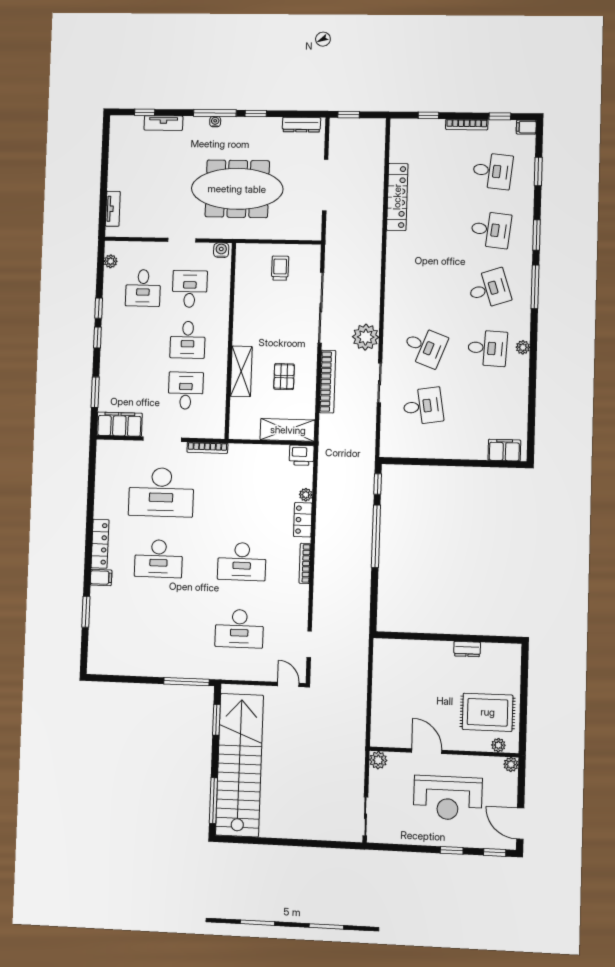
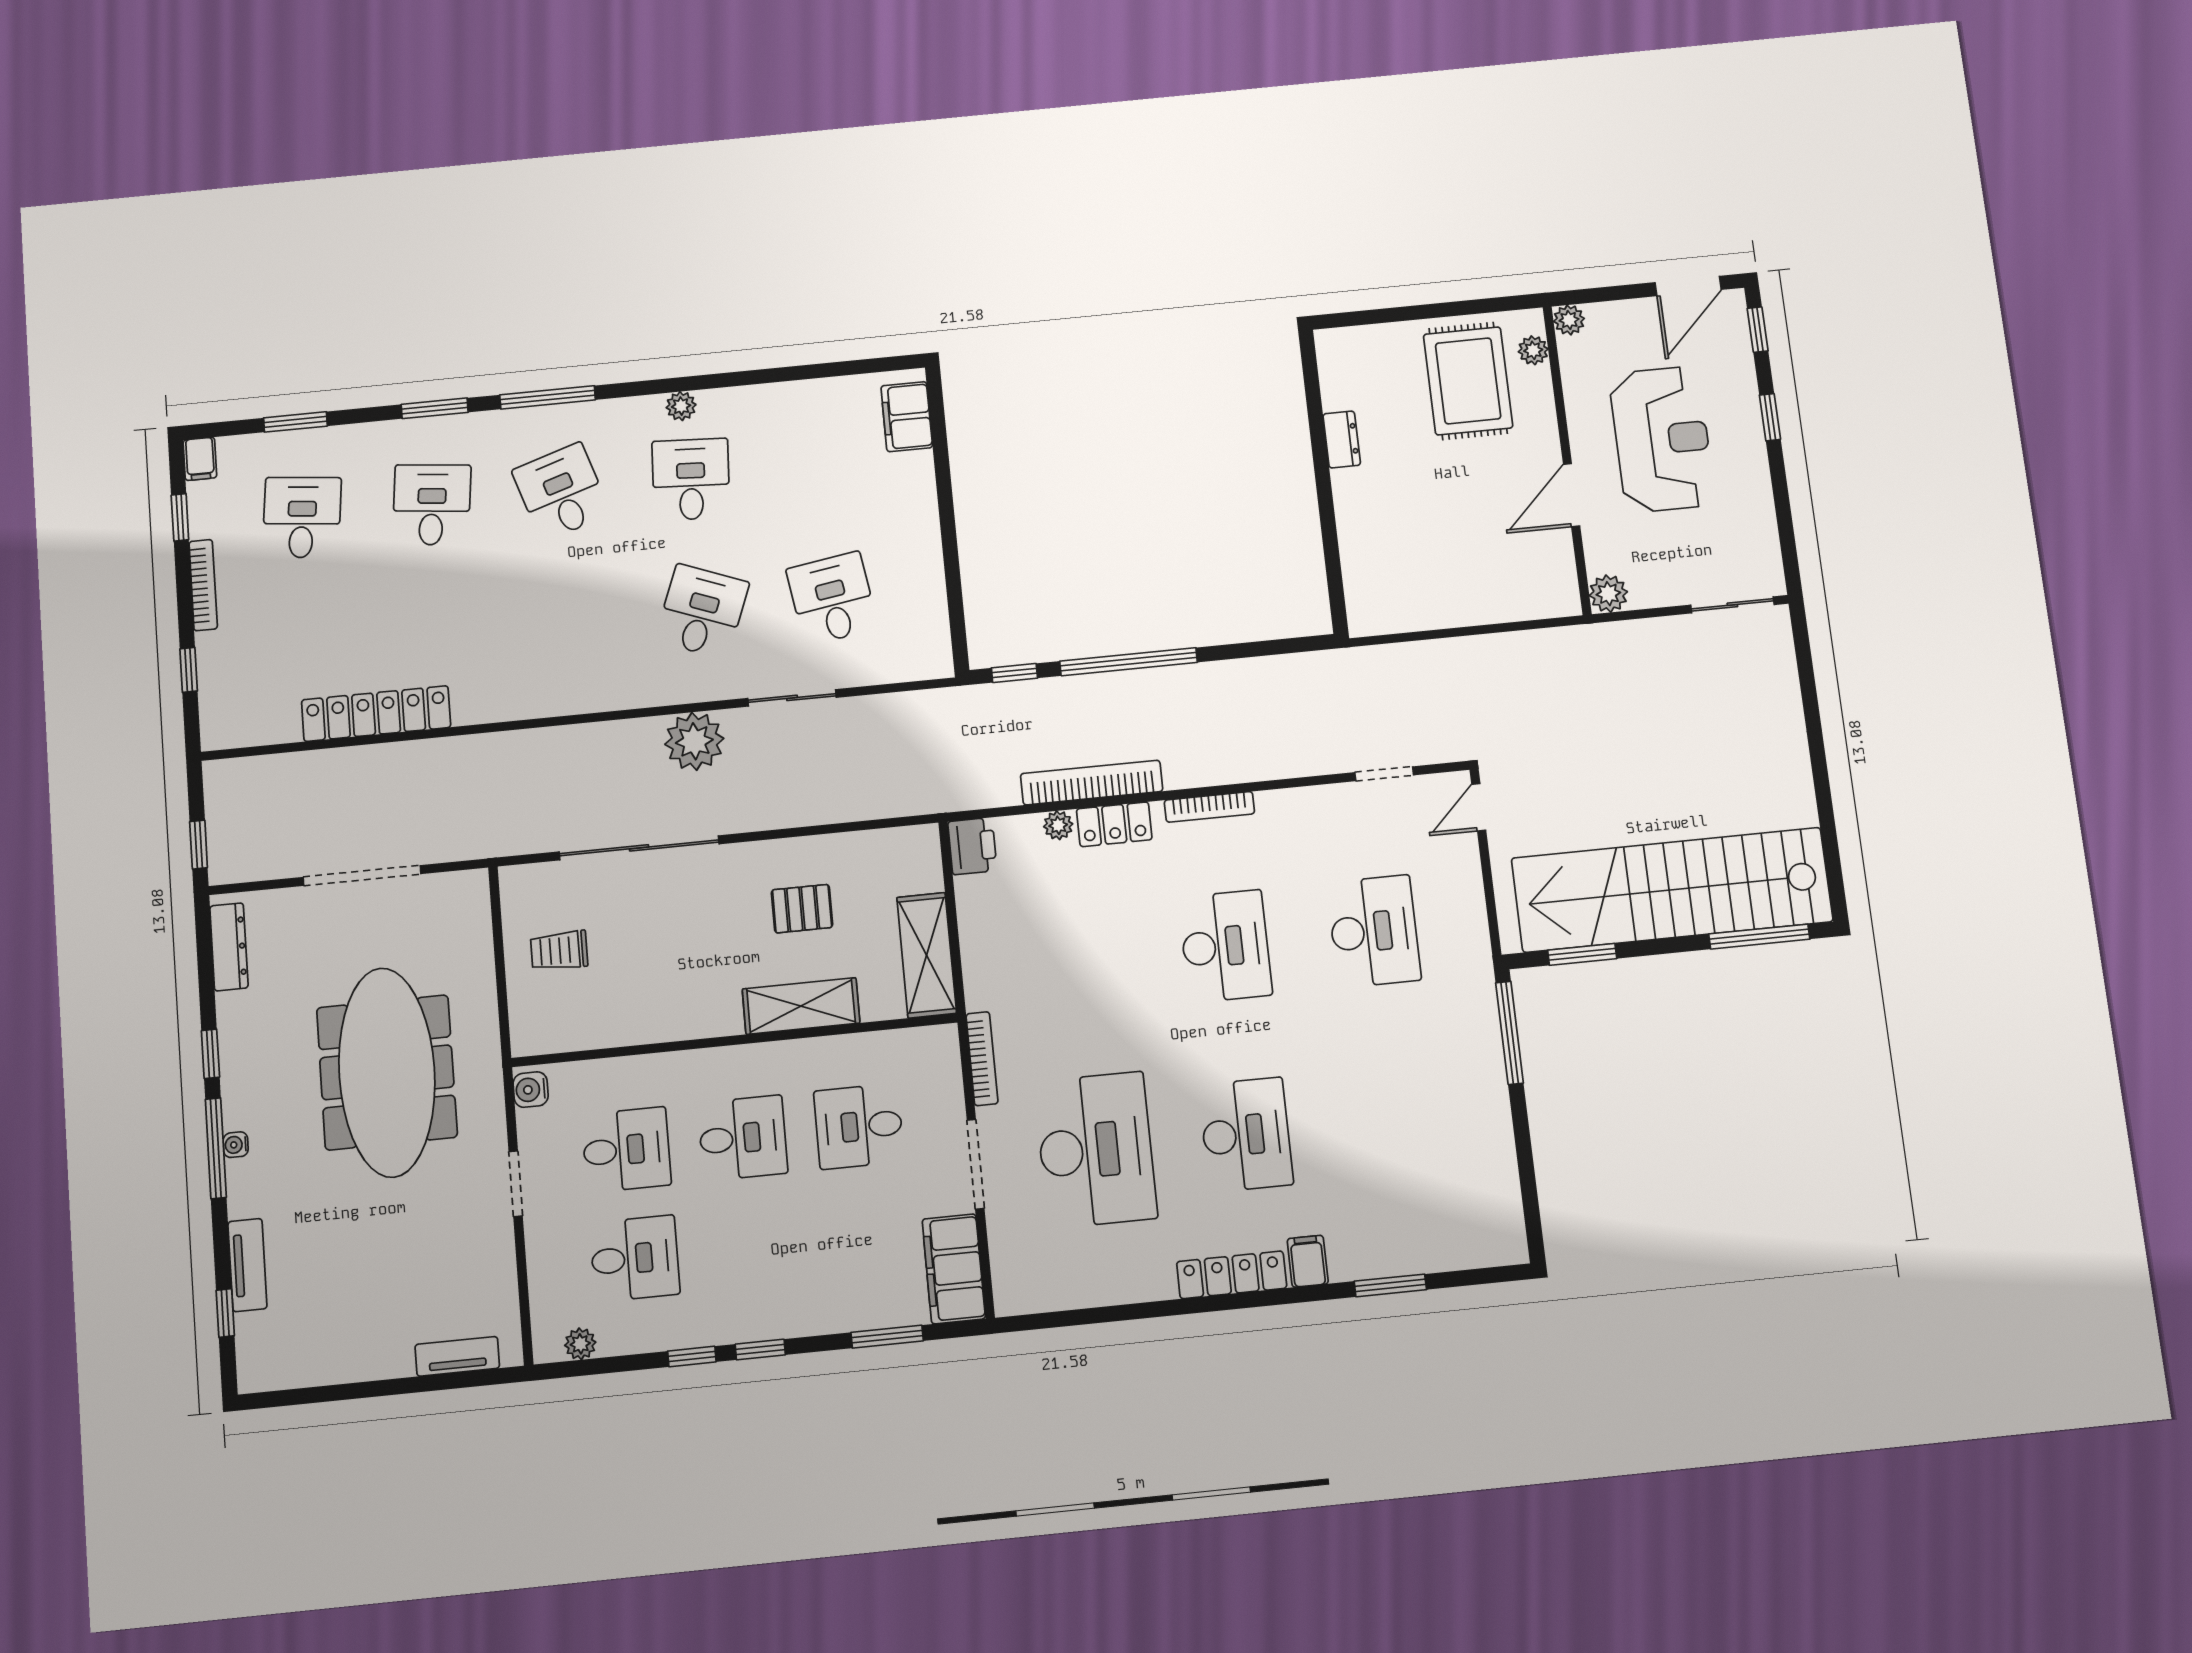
desk: (190, 289) -> (626, 1150), turned 180
bookcase: (327, 382) -> (1092, 783), moved
shelving: (288, 430) -> (927, 955), moved

